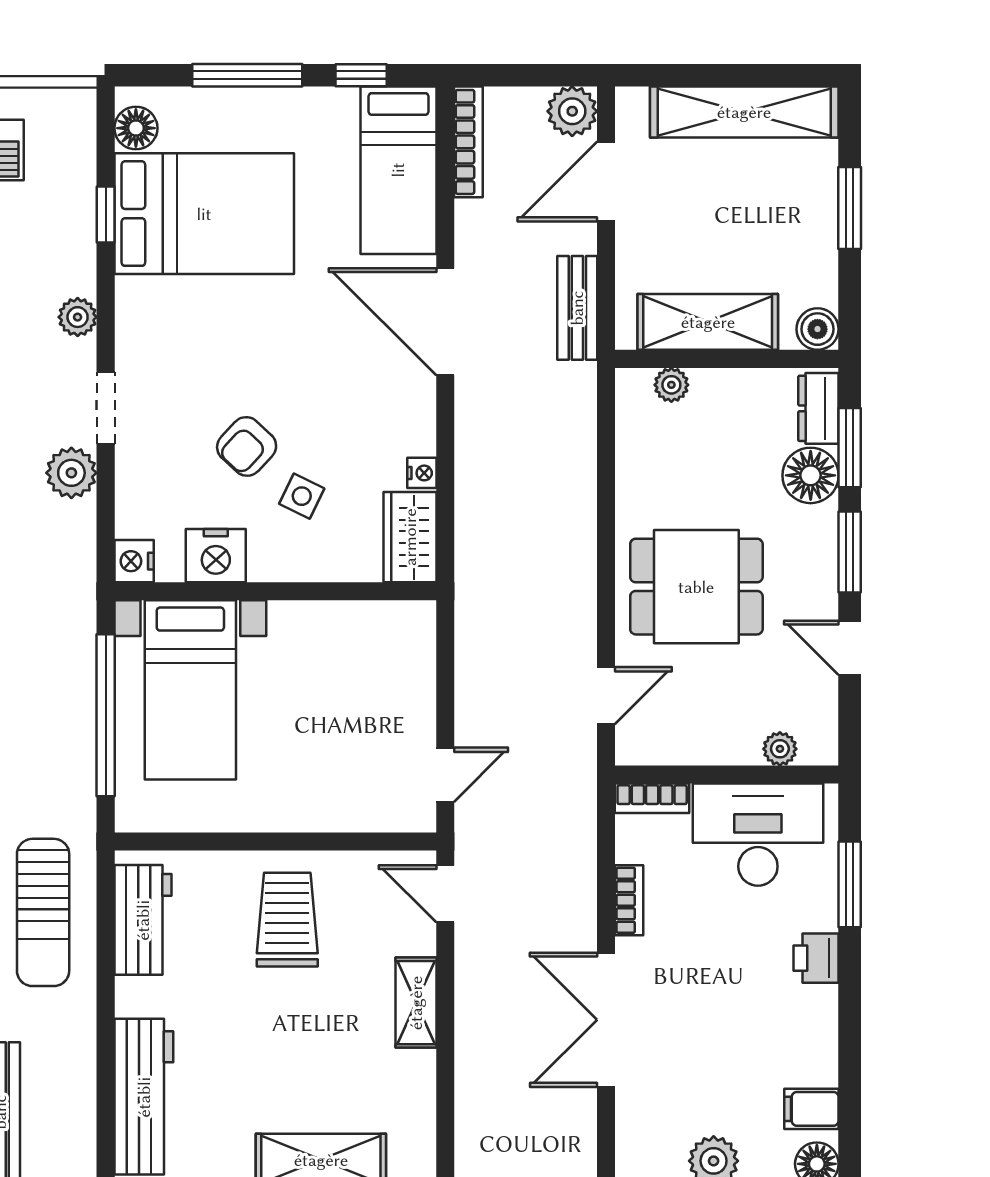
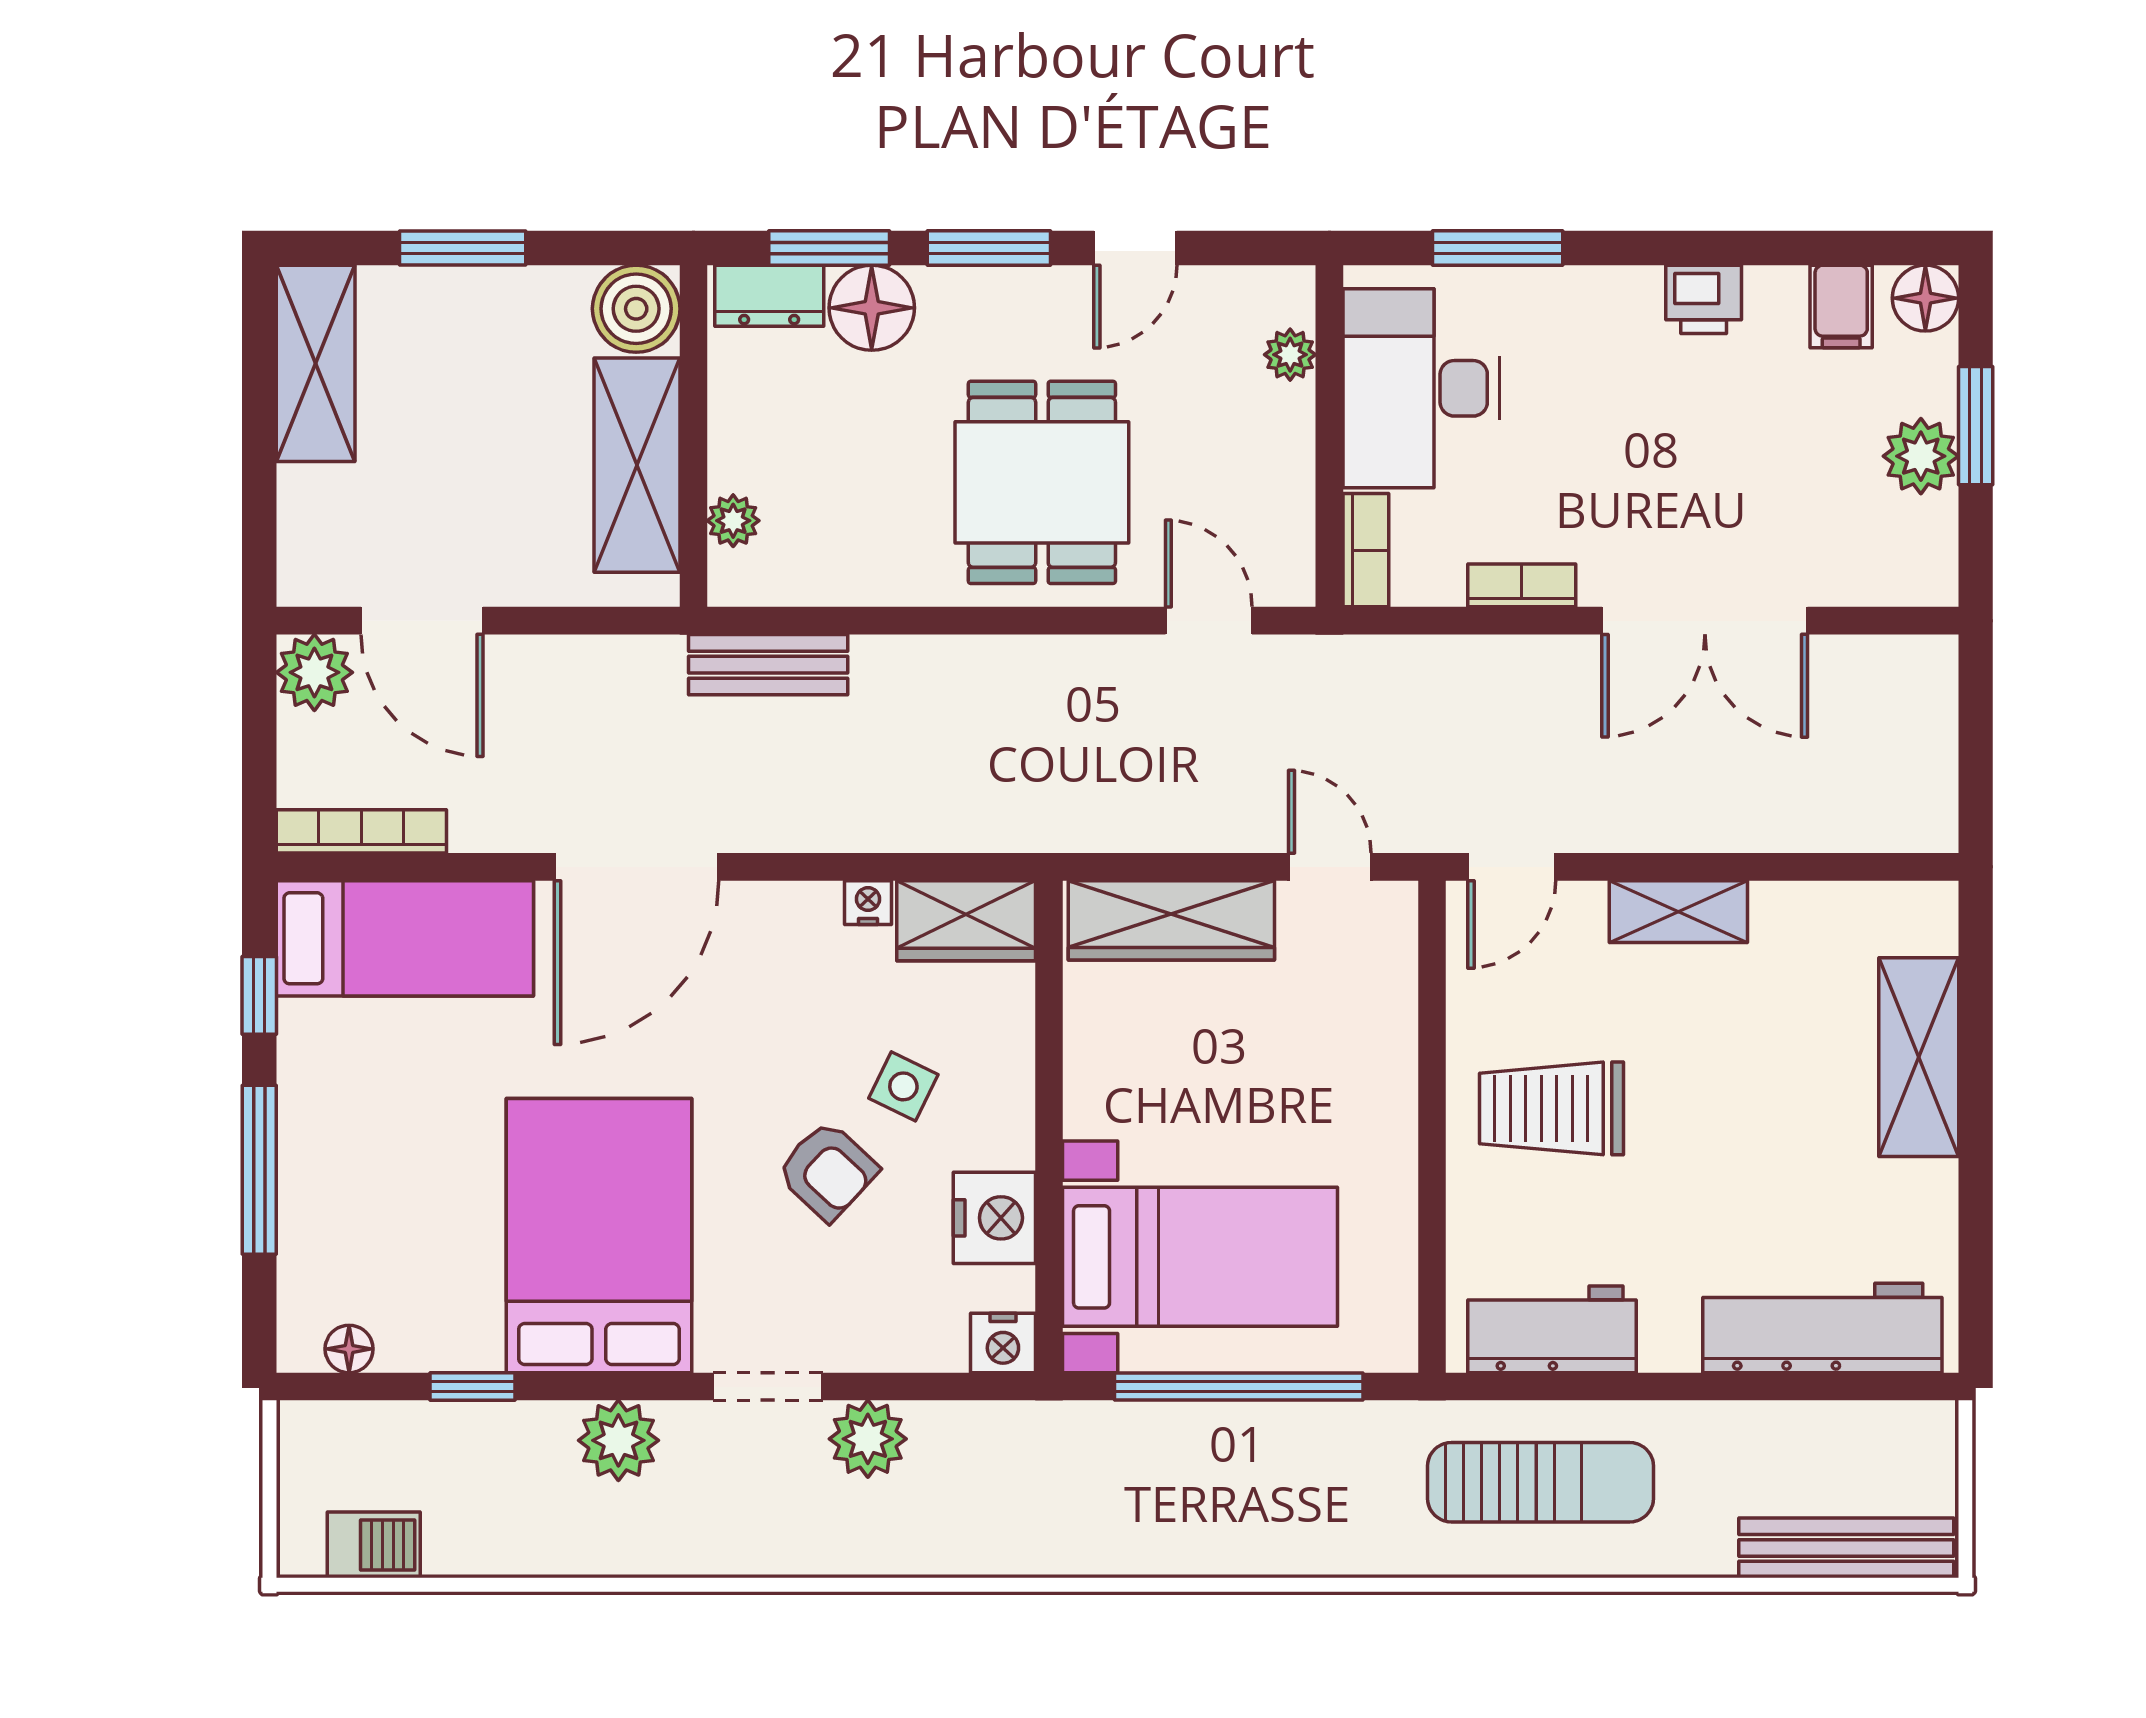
shelving: (744, 112) -> (316, 363), width x0.68
floor lamp: (136, 128) -> (349, 1349), width x0.73, depth x0.73
bed: (204, 214) -> (599, 1236), moved
bench: (577, 308) -> (768, 665), moved
plant: (78, 317) -> (618, 1440), width x1.38, depth x1.38
boiler: (817, 329) -> (636, 309), width x1.36, depth x1.36
wardrobe: (410, 671) -> (1171, 920), added
printer: (816, 958) -> (1704, 299), moved

